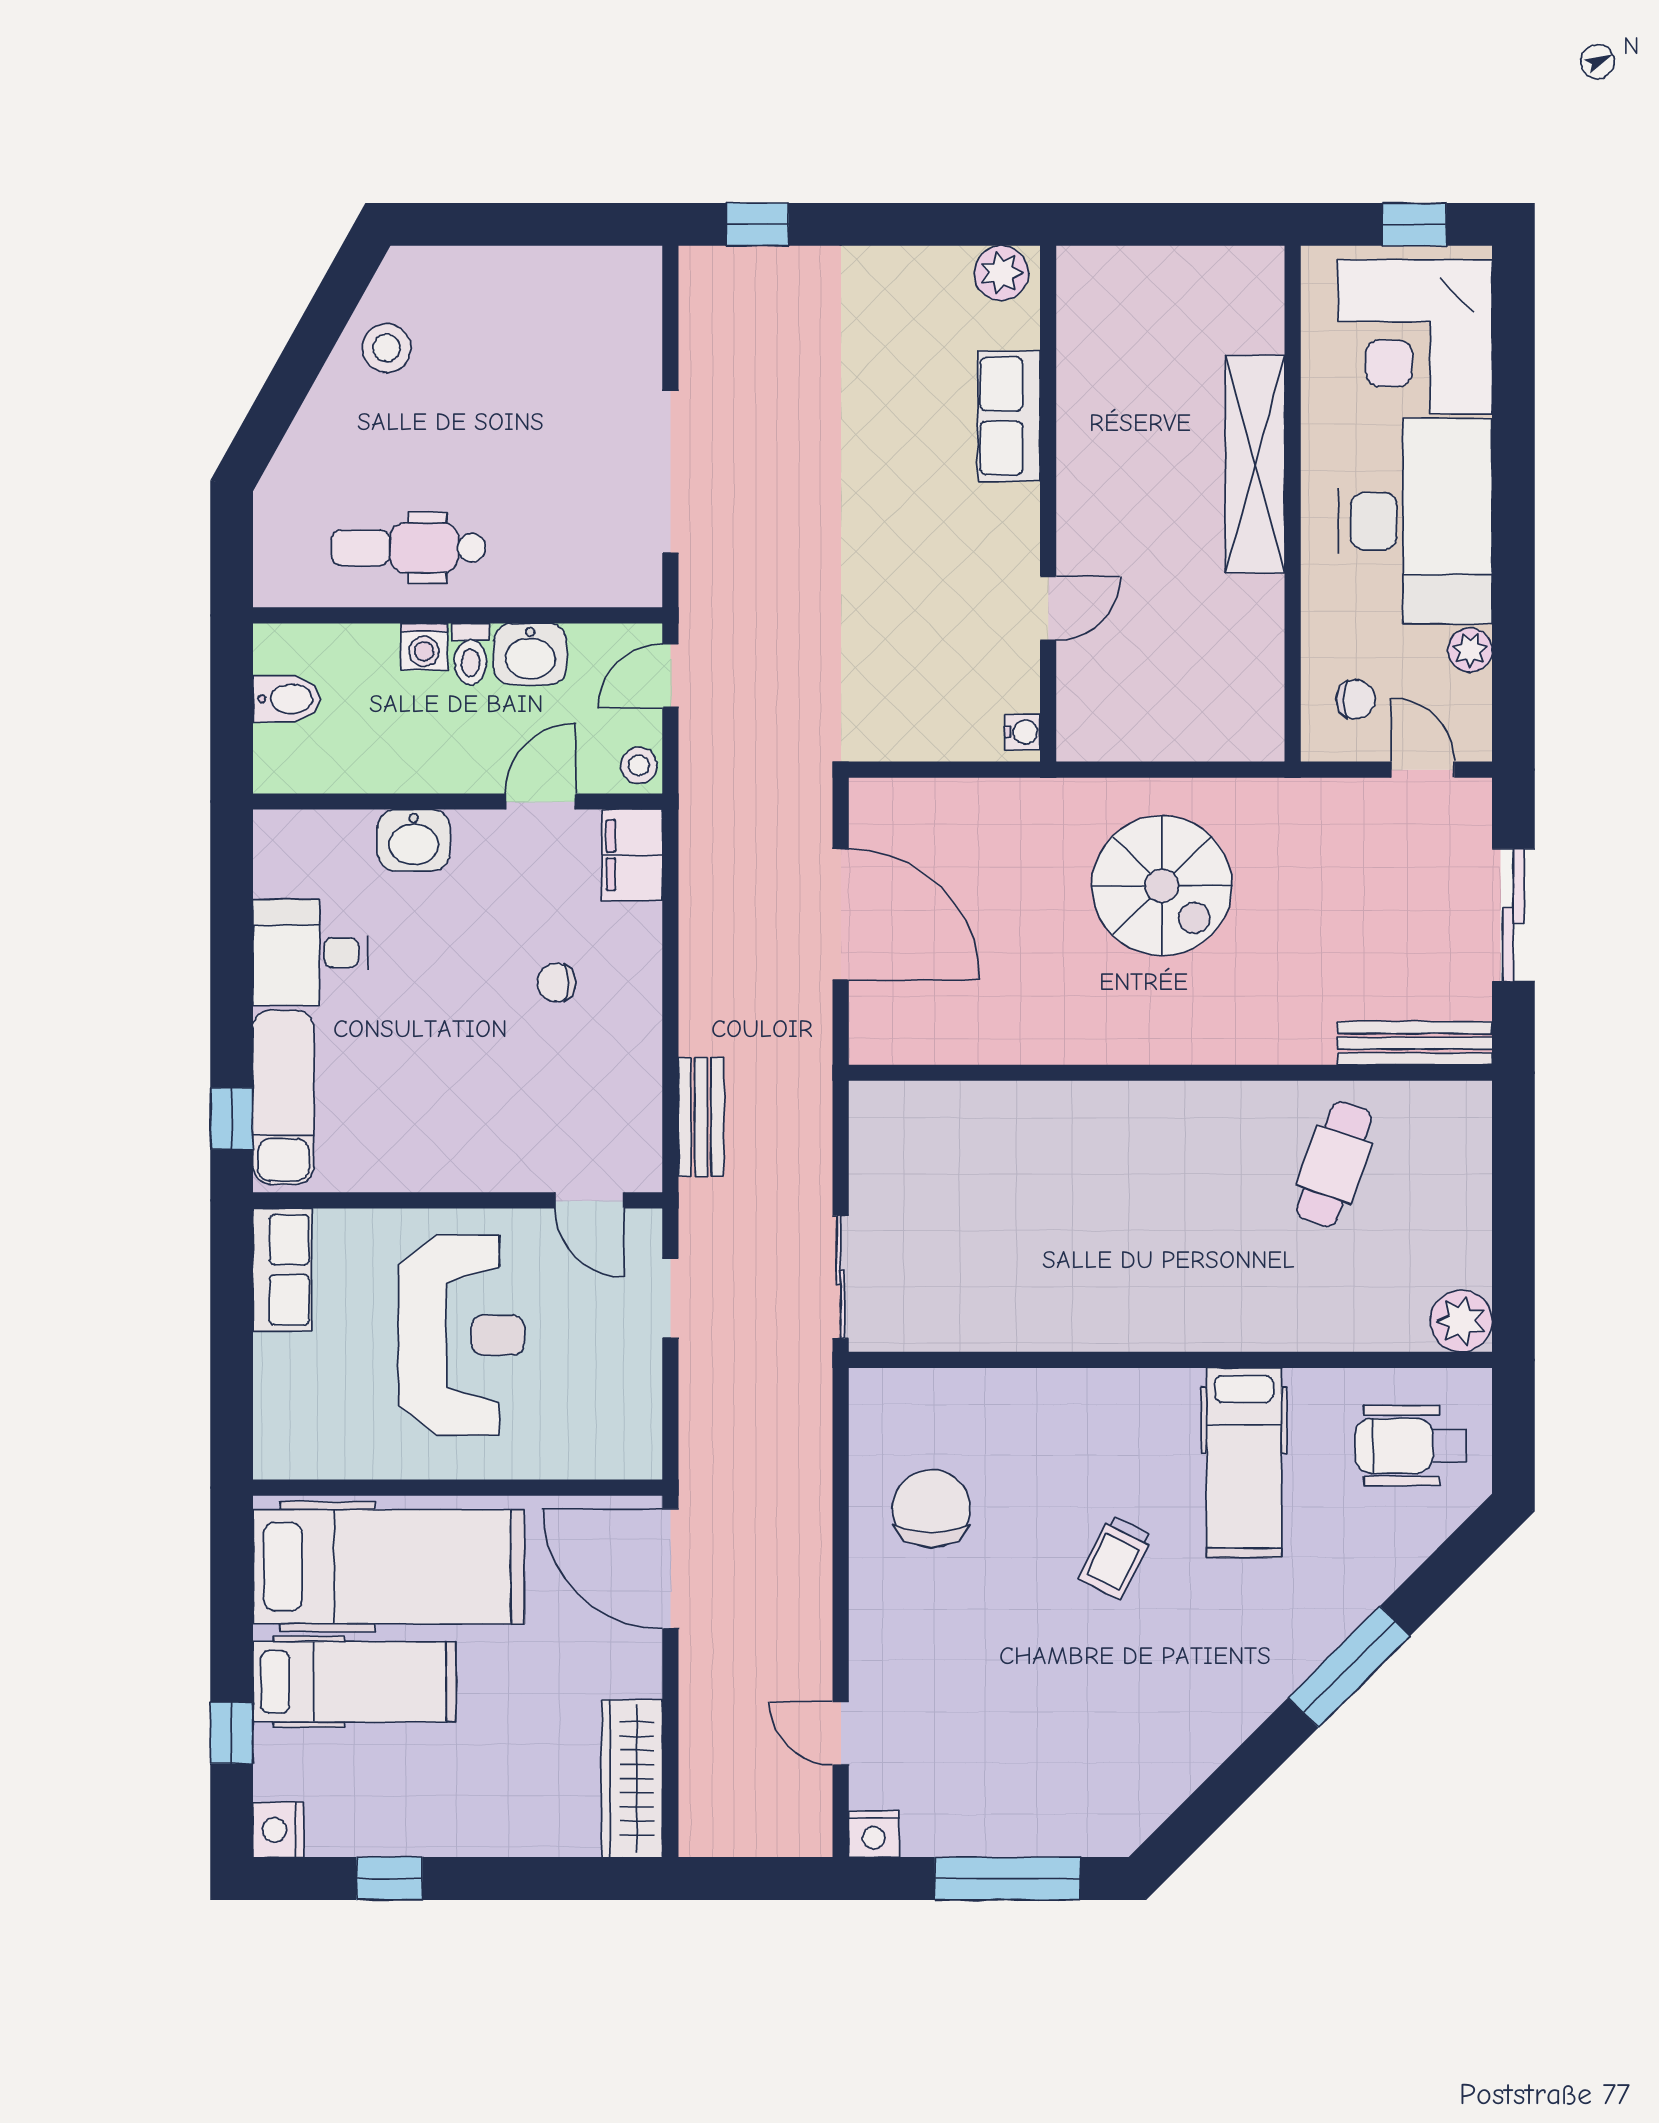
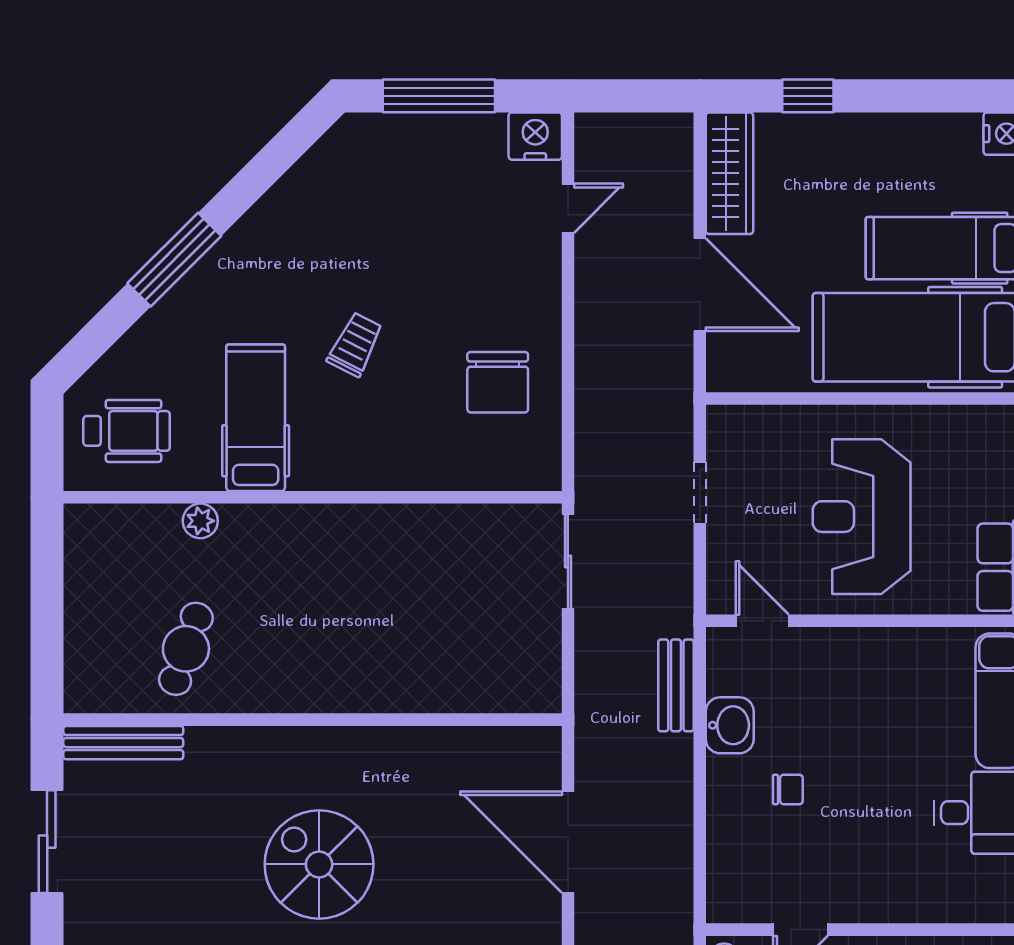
washbasin: (414, 840) -> (730, 725), moved, turned 90
filing cabinet: (632, 855) -> (729, 888), removed
doorway: (670, 1298) -> (700, 493), moved
plant: (1461, 1321) -> (200, 521), moved, width x0.73, depth x0.73
door: (670, 1569) -> (700, 285), moved
door: (841, 1733) -> (568, 208), hinge flipped
nightstand: (874, 1834) -> (535, 136), width x1.36, depth x1.33
window: (389, 1879) -> (808, 96), moved

